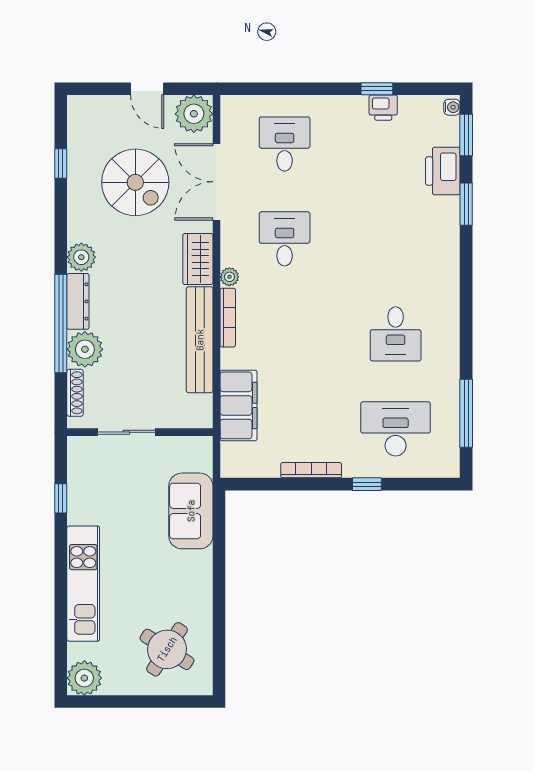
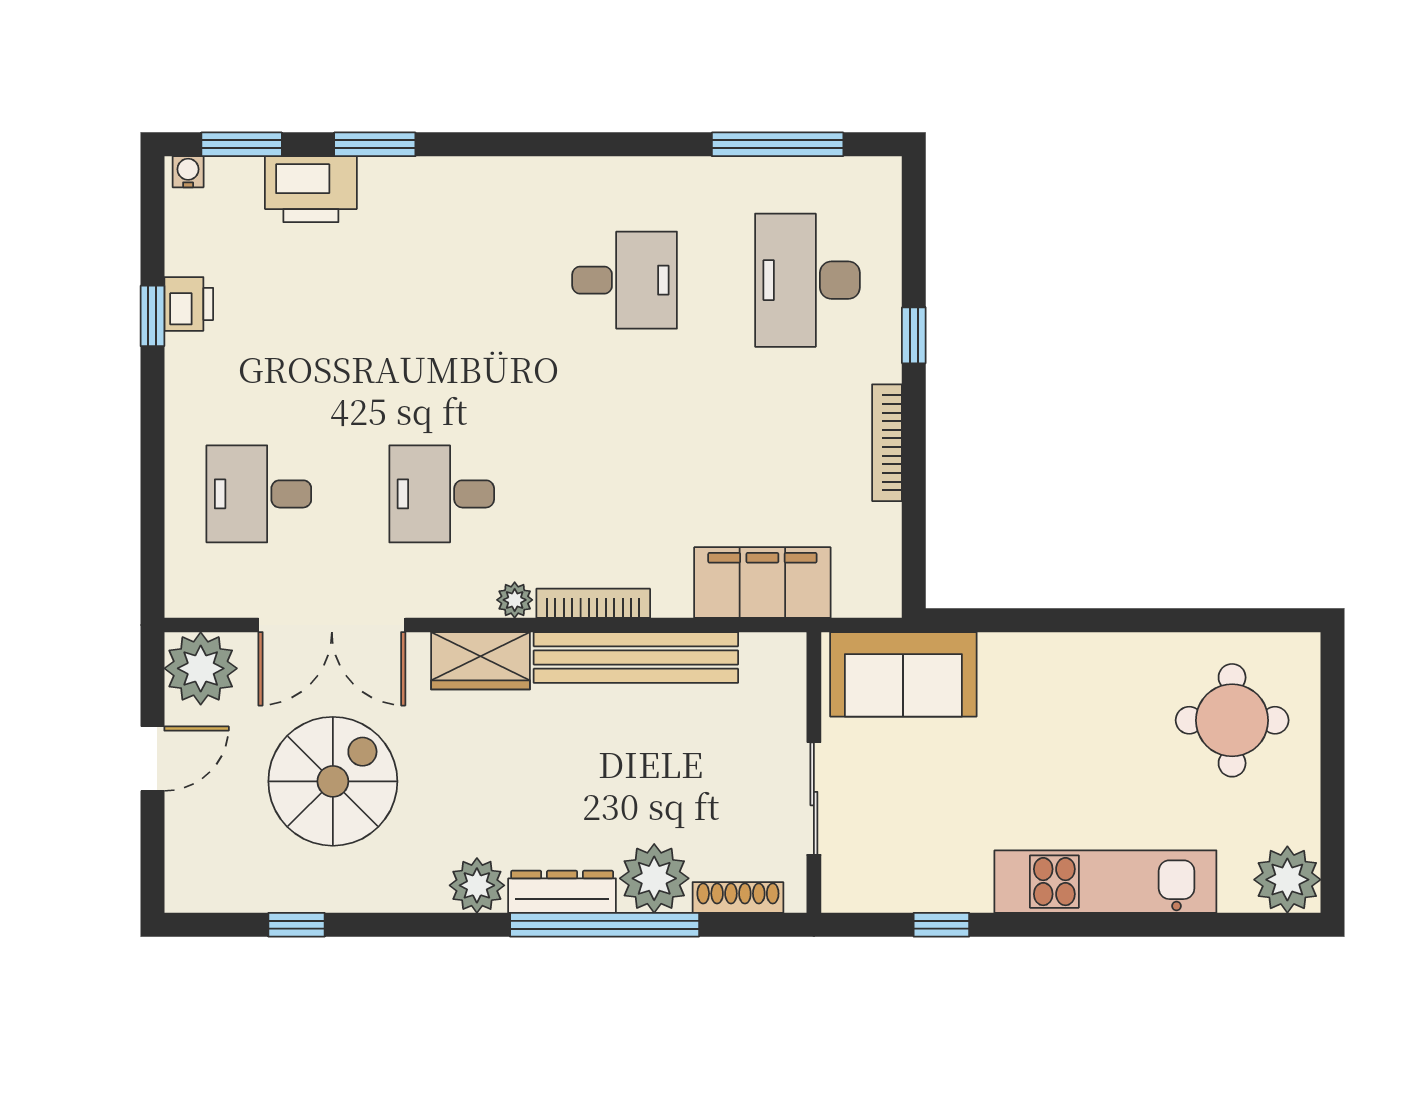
sofa: (191, 511) -> (903, 674), moved
round table: (167, 649) -> (1232, 720), turned -33

